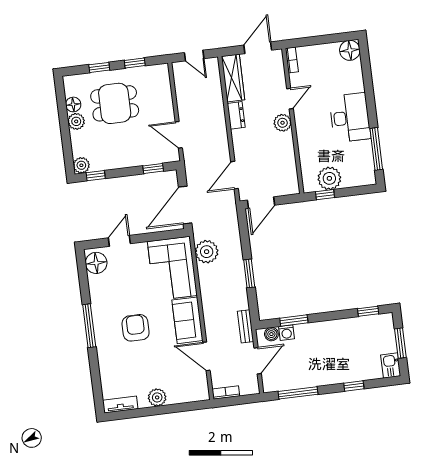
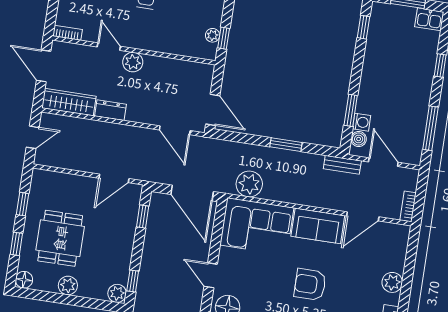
floor lamp: (73, 104) -> (24, 280), moved
plant: (329, 178) -> (213, 35), width x0.53, depth x0.53

